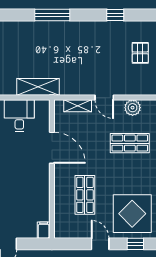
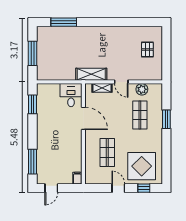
window: (52, 15) -> (64, 22), moved
window: (115, 15) -> (129, 22), removed
shelving: (38, 87) -> (91, 74), moved
desk: (19, 116) -> (71, 95), moved
shop shelf: (130, 143) -> (140, 115), turned 90

